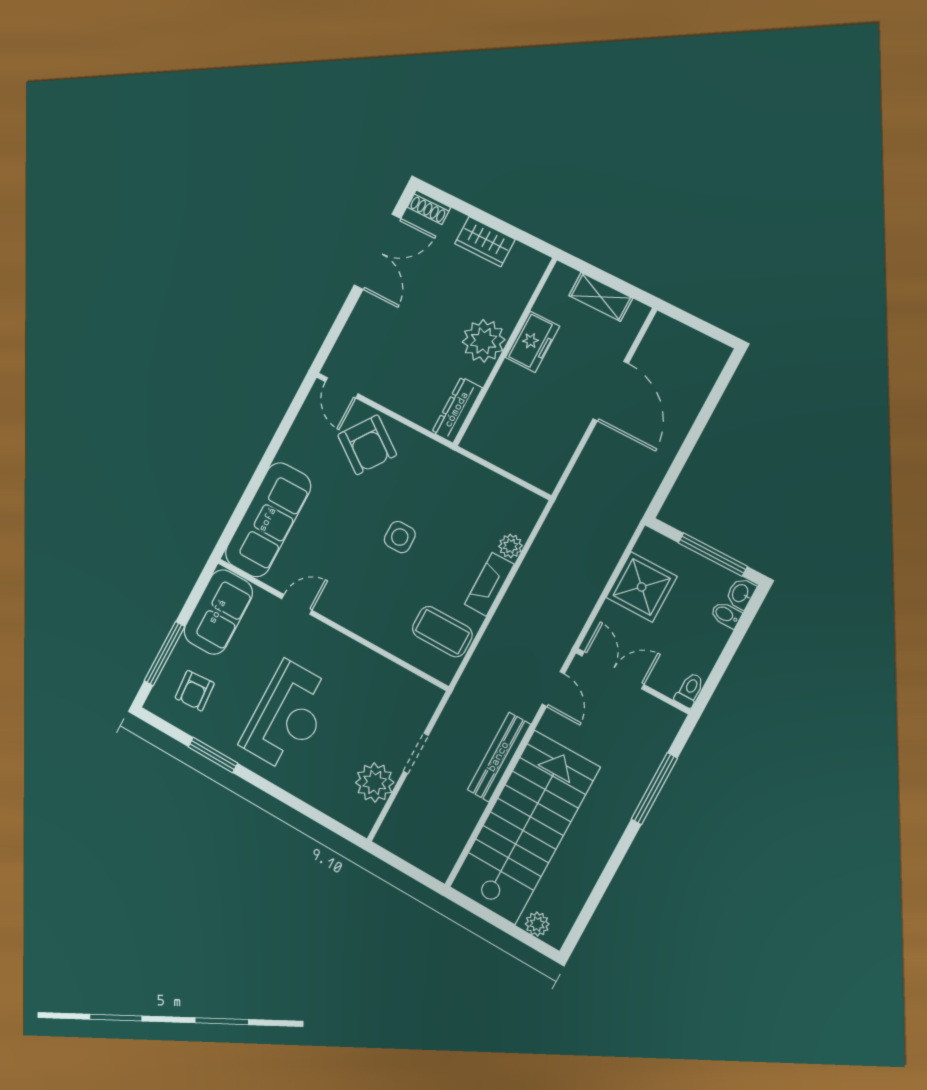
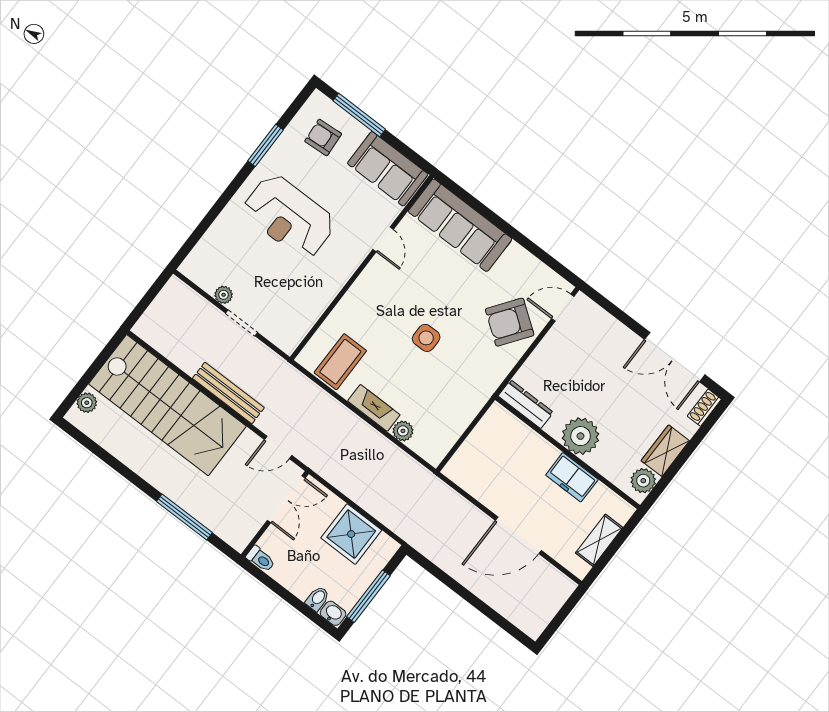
plant: (523, 260) -> (643, 481), added
plant: (375, 782) -> (224, 295), width x0.53, depth x0.53

